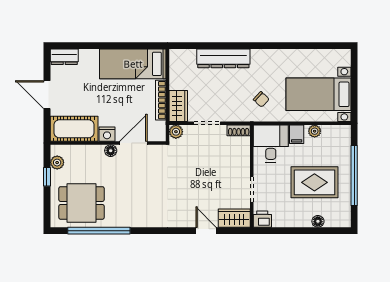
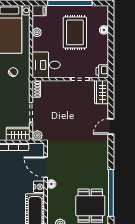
filing cabinet: (297, 134) -> (39, 11), moved
door: (206, 231) -> (111, 126), moved

